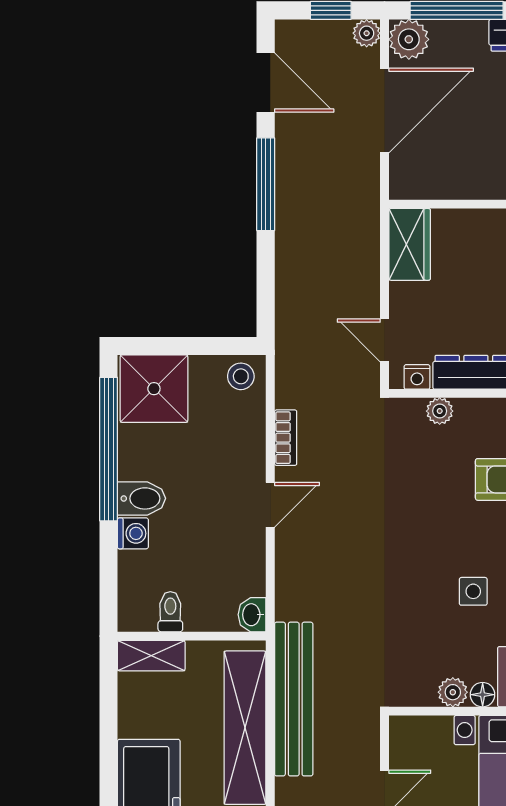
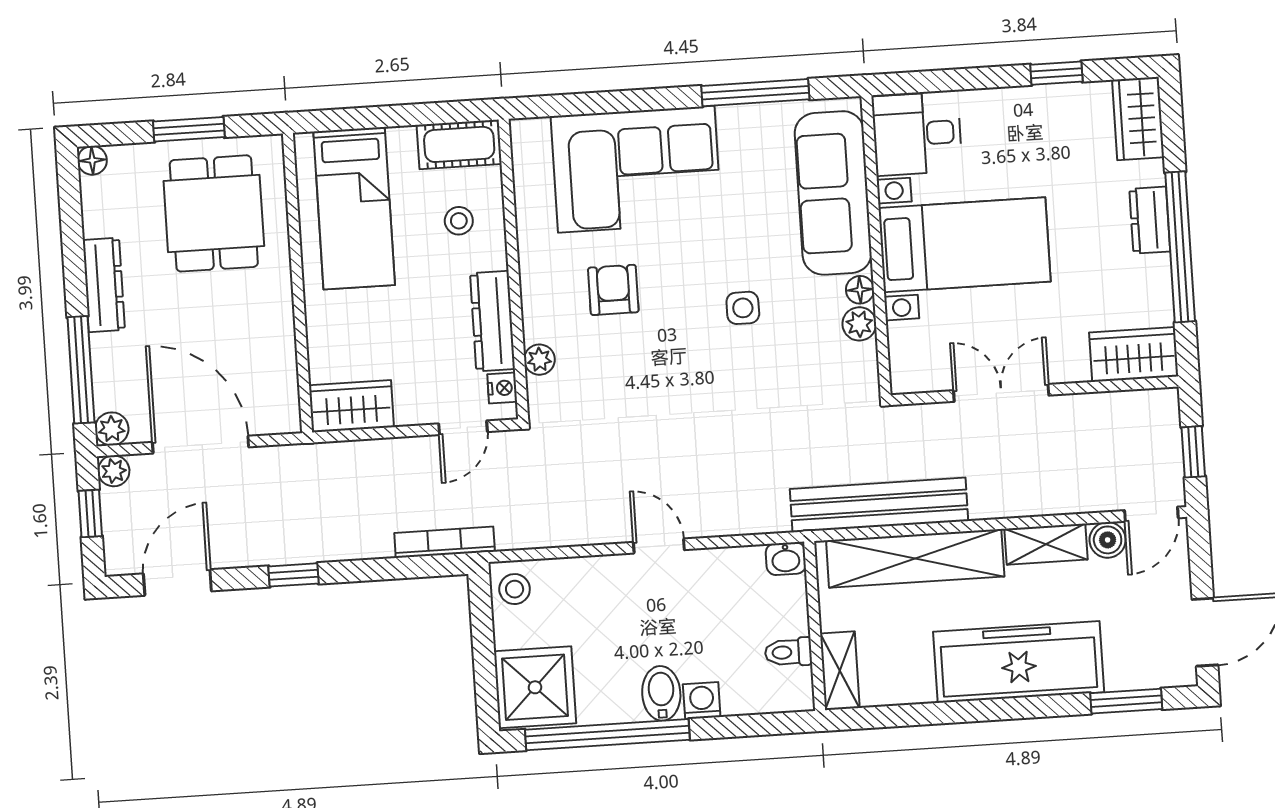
plant: (409, 39) -> (112, 429), width x0.73, depth x0.73
window: (266, 184) -> (293, 575), width x0.46
bookcase: (286, 438) -> (445, 542), moved, width x1.56

